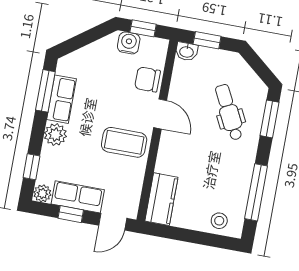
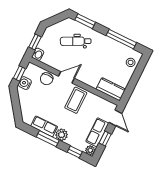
window: (45, 91) -> (48, 139), moved

